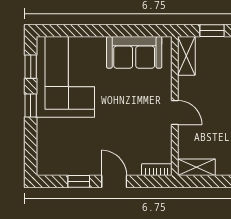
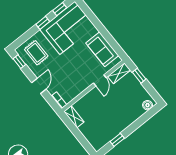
door: (175, 112) -> (100, 80), moved
rug: (65, 148) -> (36, 53), added
window: (79, 181) -> (19, 62), moved

